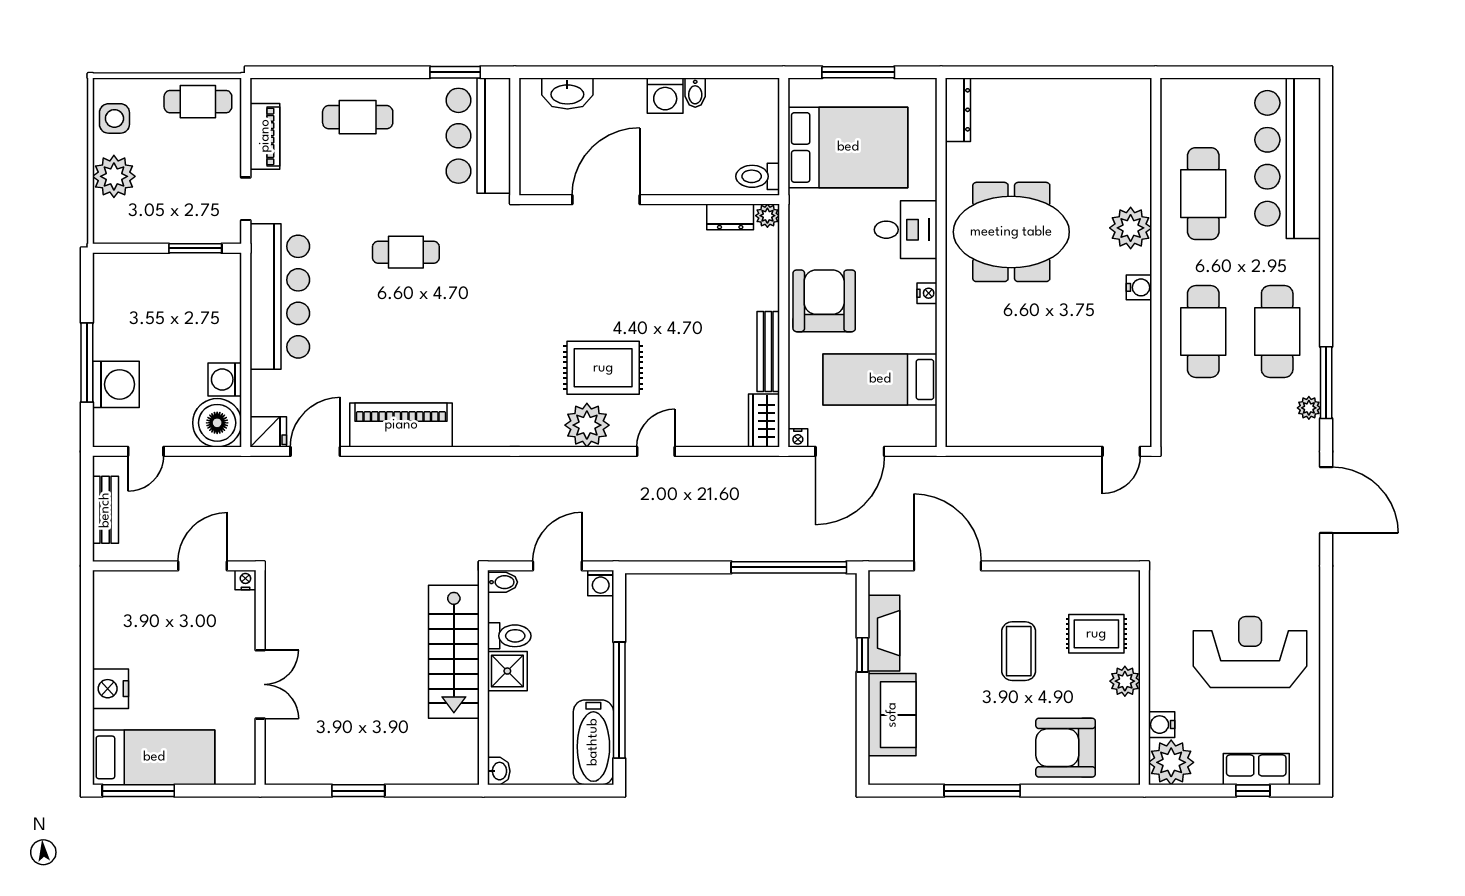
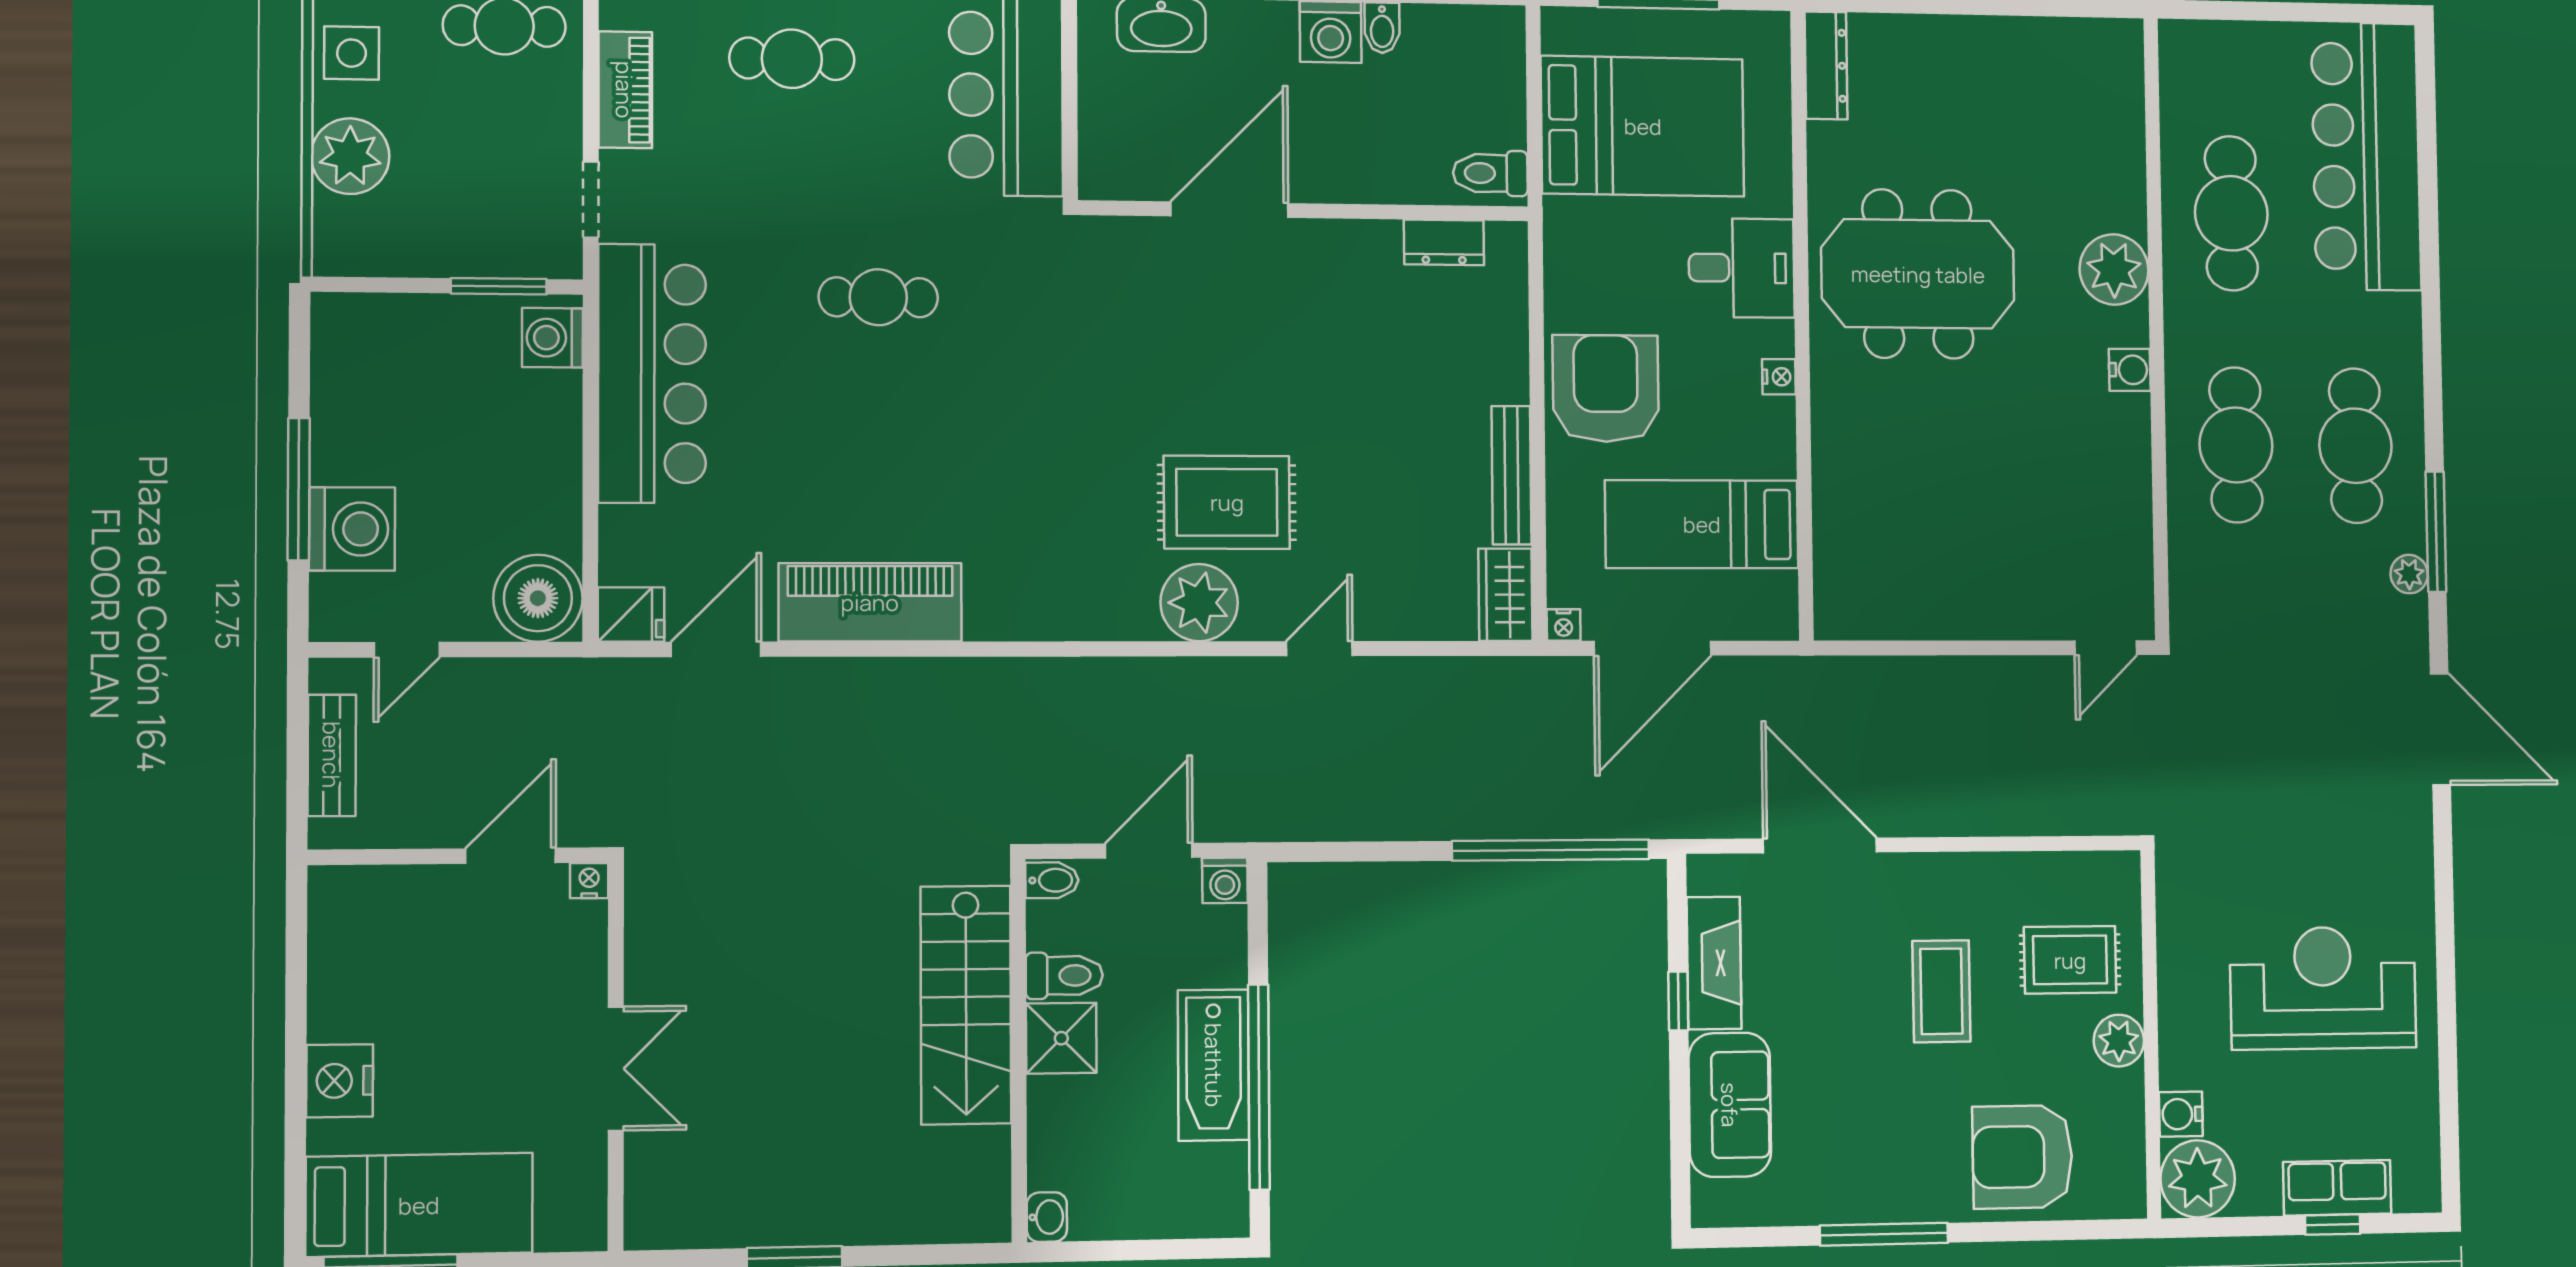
plant: (767, 216) -> (1508, 241), removed
washing machine: (225, 379) -> (552, 338), moved
bathtub: (593, 742) -> (1214, 1065), moved

